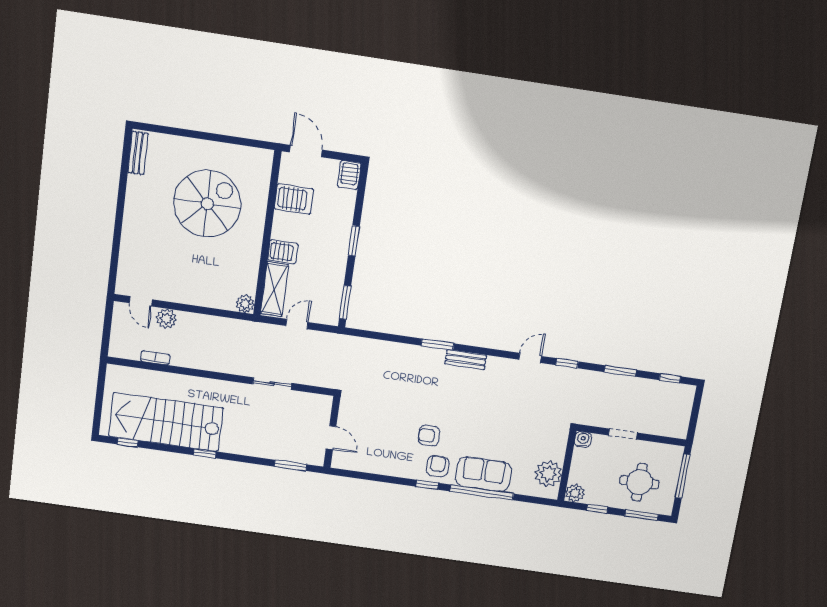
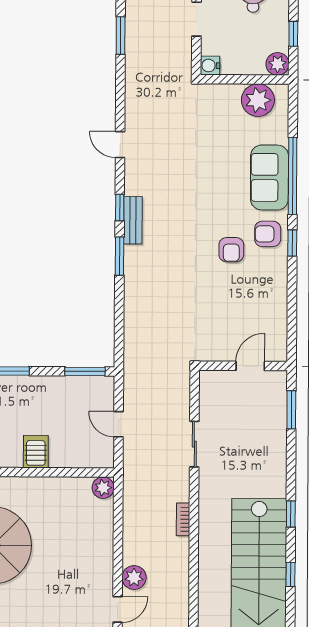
shelving: (274, 289) -> (81, 456), removed
bookcase: (155, 358) -> (183, 519), moved
window: (567, 363) -> (120, 207), moved
window: (128, 442) -> (290, 575), moved

